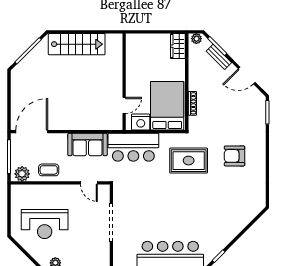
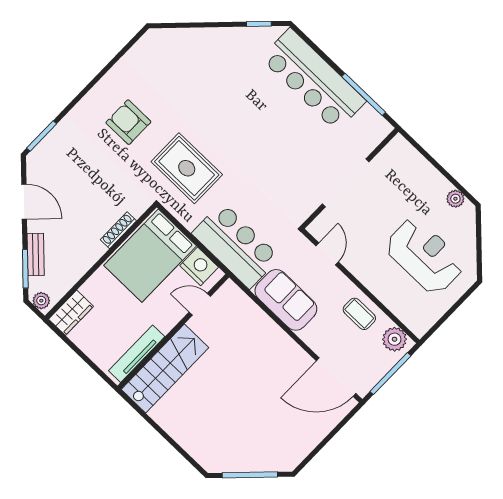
stairs: (77, 44) -> (165, 368), moved, turned 90
tv unit: (131, 56) -> (137, 354), added
armchair: (234, 156) -> (128, 122), turned 180

